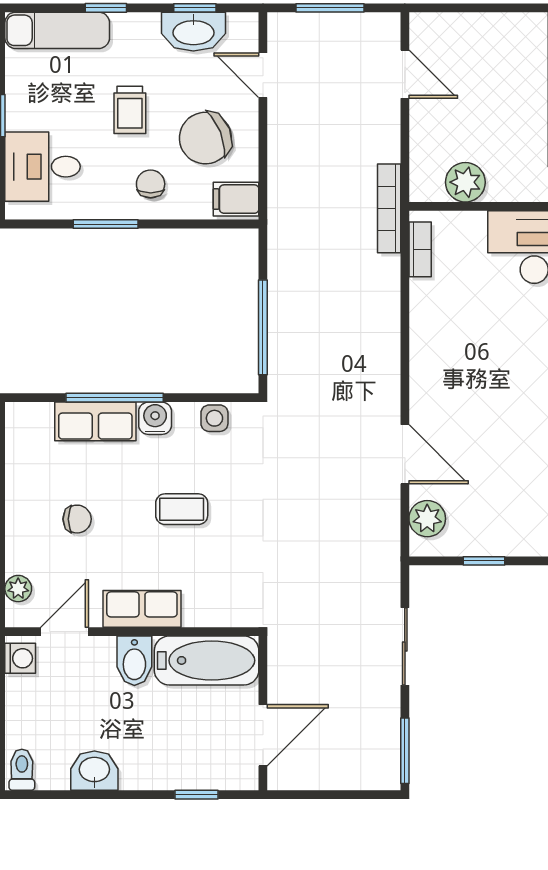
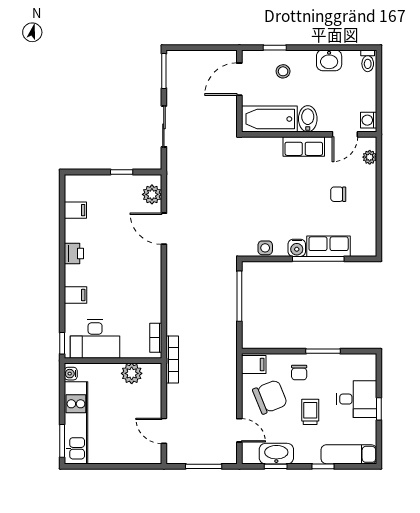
desk: (42, 167) -> (357, 399), moved
coffee table: (182, 509) -> (283, 199), removed
stool: (181, 750) -> (283, 71), added

